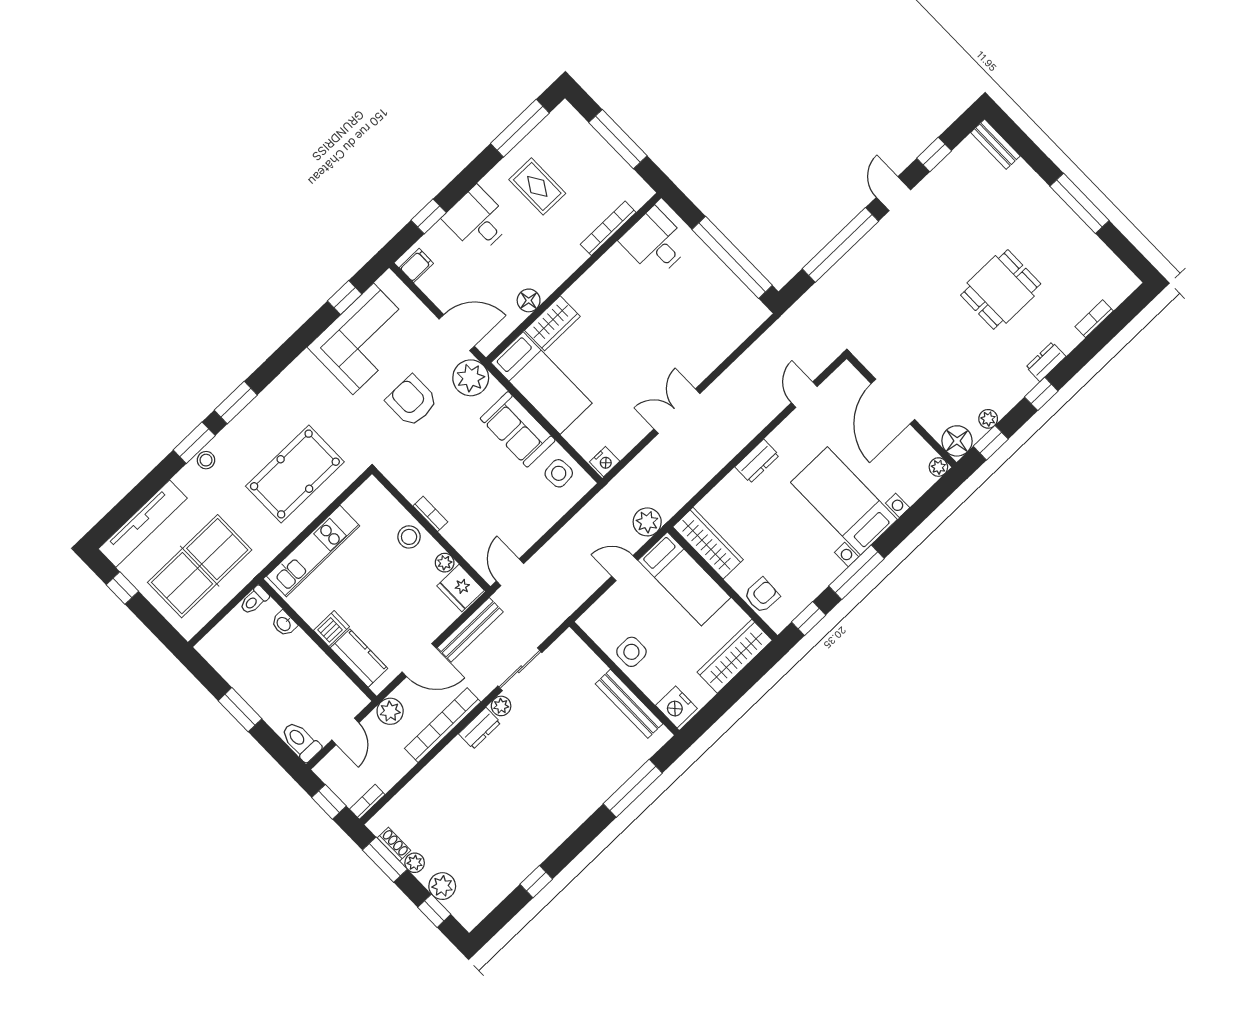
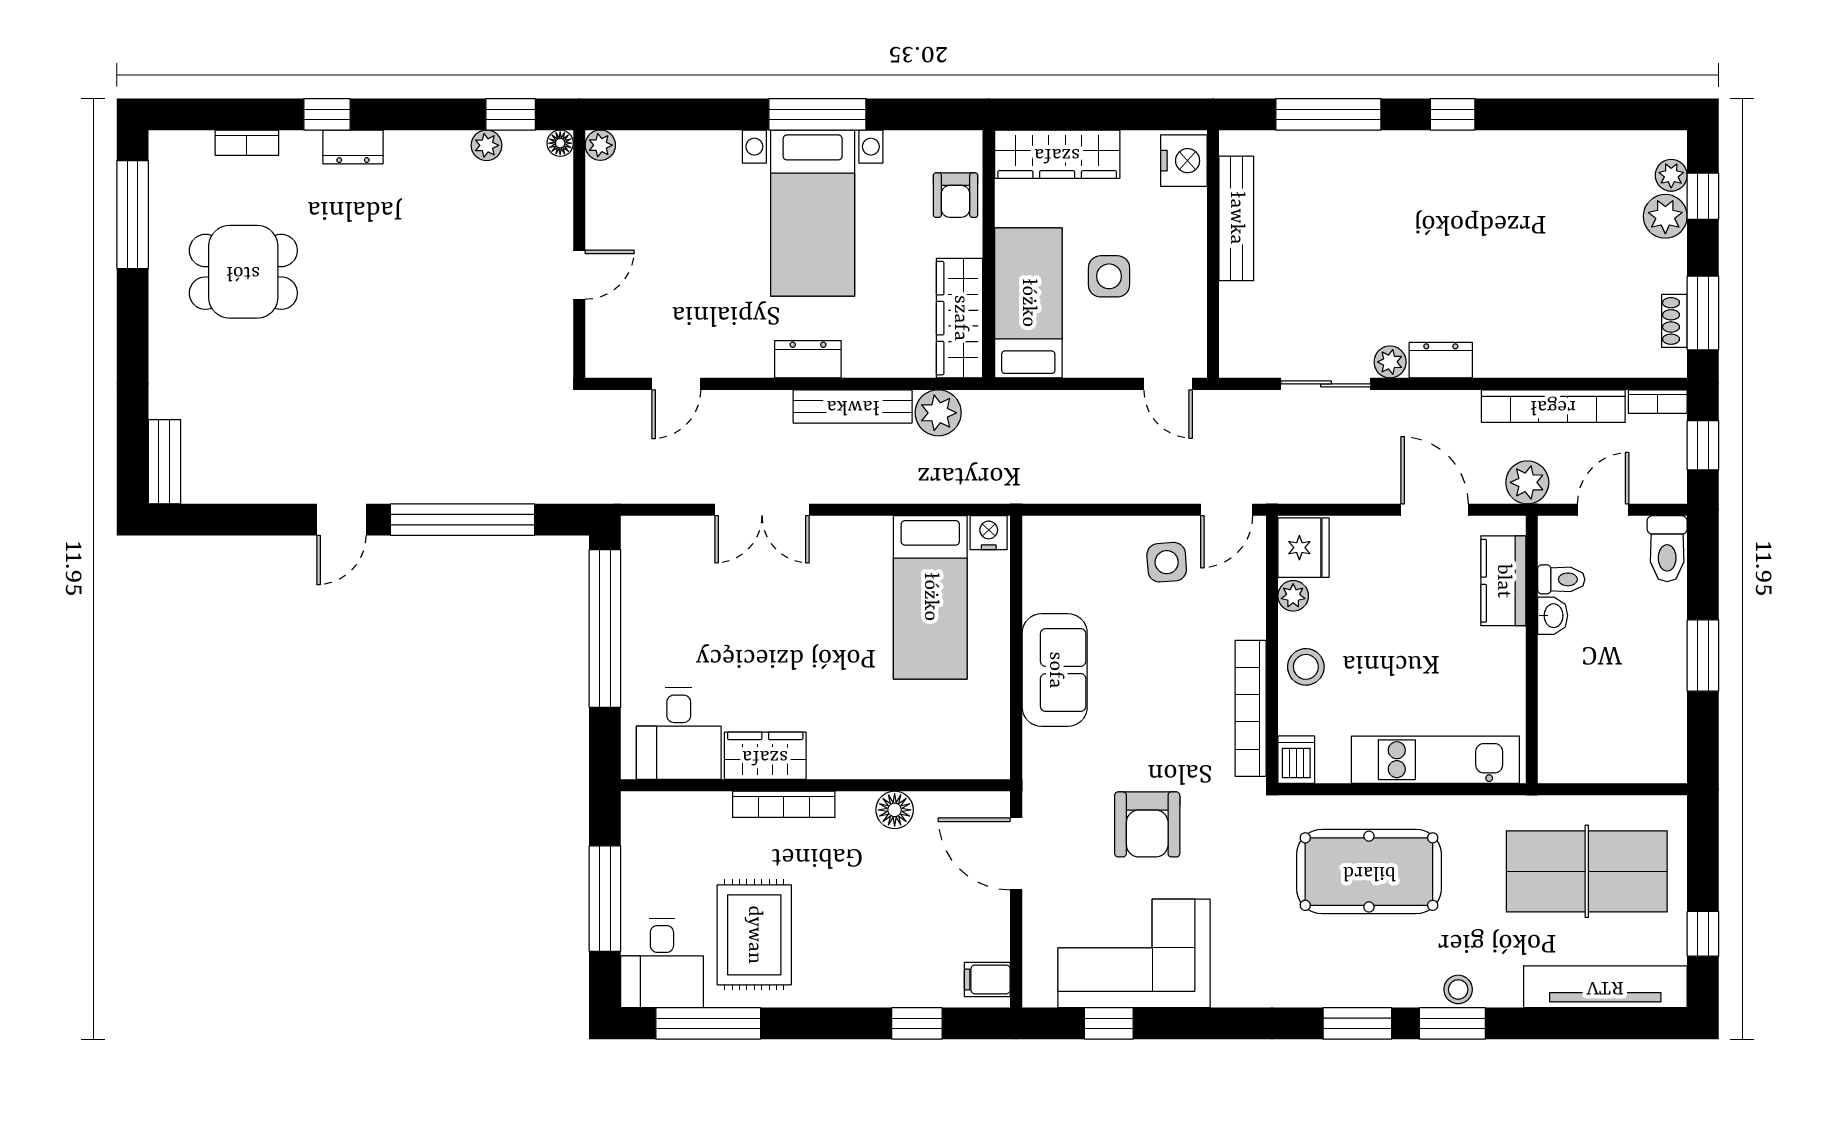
window: (934, 154) -> (249, 520), removed
rug: (537, 186) -> (754, 935), width x1.36, depth x1.43
window: (1079, 203) -> (133, 215), moved
desk: (477, 220) -> (662, 963), moved
bookcase: (608, 228) -> (784, 804), moved
dining table: (1001, 289) -> (243, 272), moved
wardrobe: (552, 323) -> (765, 756), moved
plant: (471, 378) -> (1051, 785), removed
bed: (542, 383) -> (930, 597), moved, turned 180
window: (1041, 394) -> (327, 114), moved
door: (893, 401) -> (579, 275), width x0.53
double door: (677, 411) -> (762, 510), moved
floor lamp: (957, 441) -> (560, 143), width x0.53, depth x0.53
side table: (559, 473) -> (1167, 562), moved
bed with nightstands: (844, 501) -> (813, 213), moved
bookcase: (430, 514) -> (1251, 708), width x2.31, depth x1.31
plant: (647, 522) -> (938, 413), moved
door: (625, 568) -> (1168, 384), moved
armchair: (762, 595) -> (956, 195), turned -92
toilet: (254, 600) -> (1561, 579), moved
window: (809, 619) -> (927, 114), removed
washbasin: (284, 624) -> (1553, 616), moved
dishwasher: (331, 628) -> (1296, 760), moved, turned 90
bench: (470, 630) -> (853, 406), moved
side table: (631, 652) -> (1109, 276), moved
bookcase: (443, 725) -> (1553, 406), moved
plant: (415, 863) -> (1671, 175), moved
window: (536, 882) -> (1453, 114), moved

